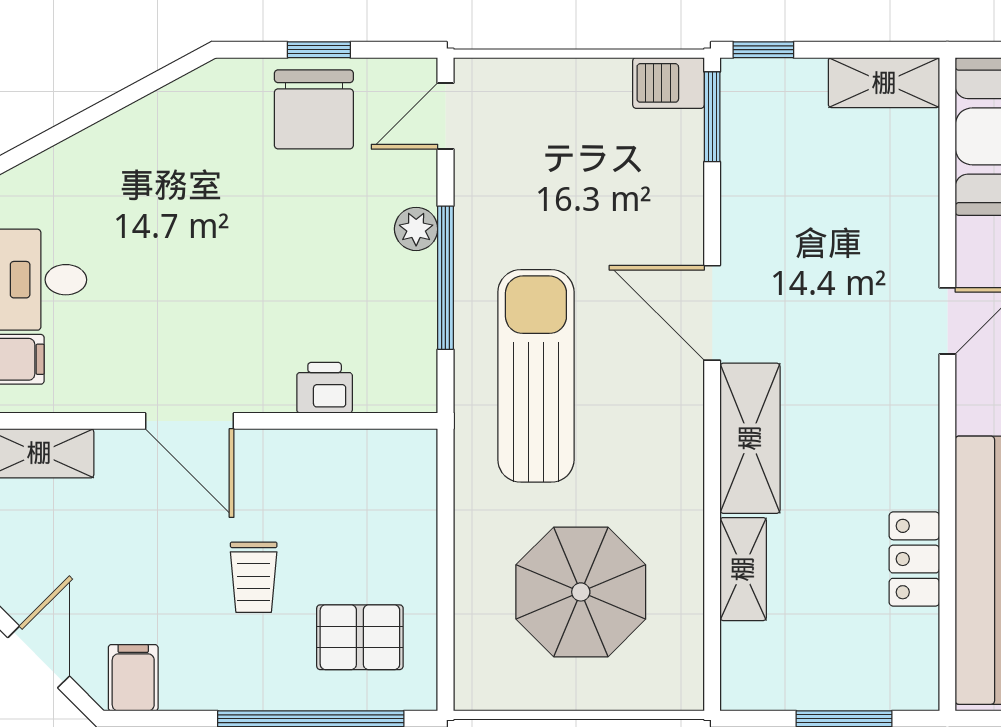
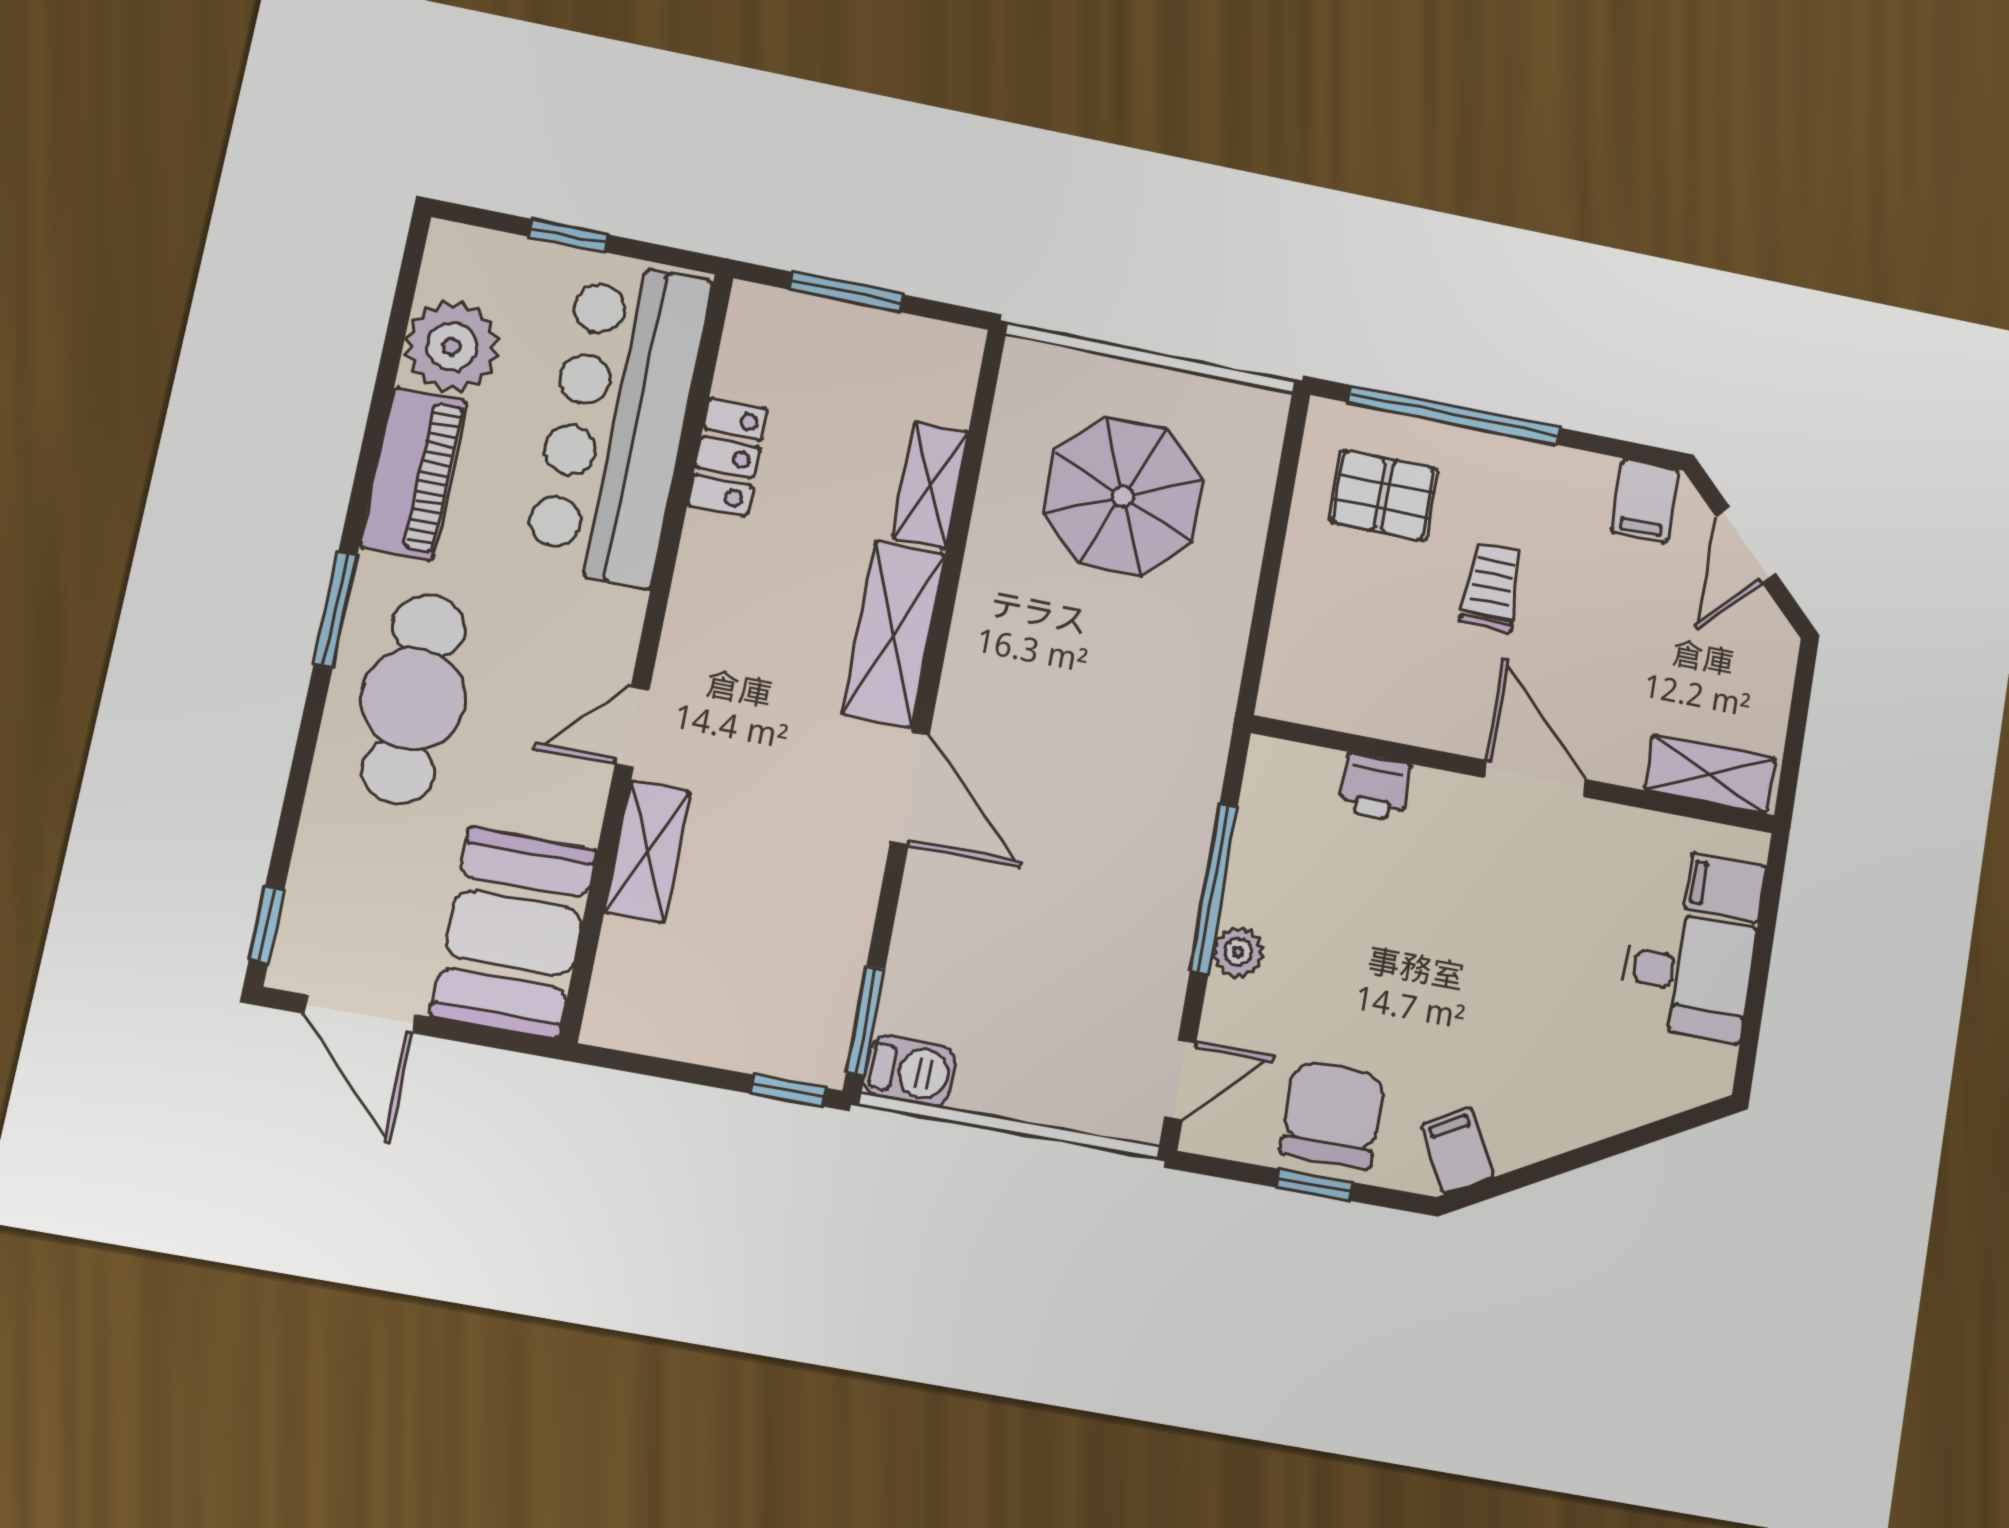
shelving: (884, 83) -> (648, 852), moved, turned 90
filing cabinet: (204, 99) -> (1458, 1151), added
sun lounger: (536, 376) -> (1129, 754), removed

